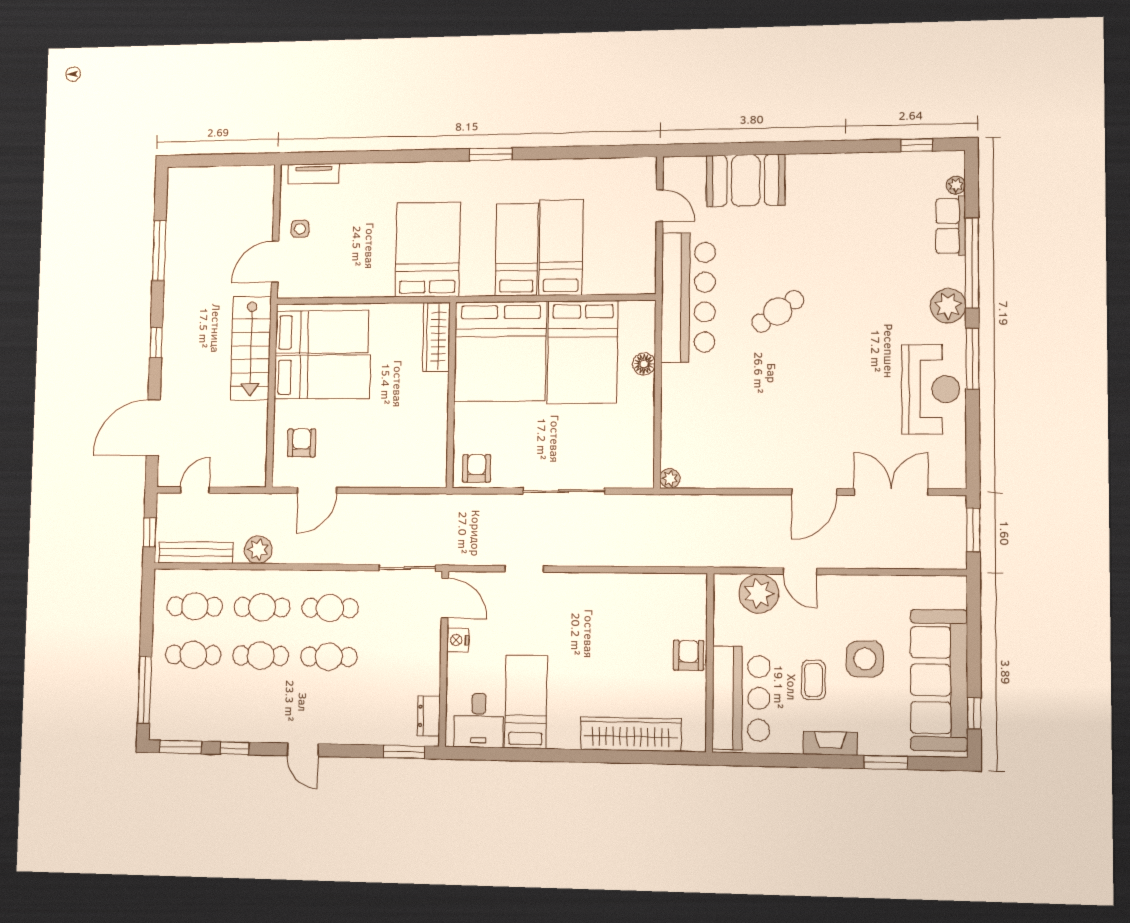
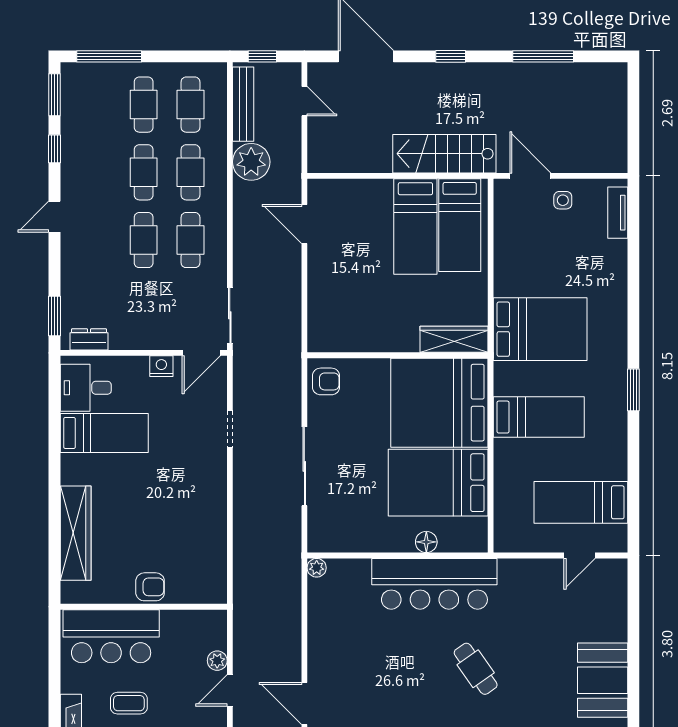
booth: (746, 180) -> (603, 680), moved
bed: (561, 247) -> (581, 502), moved, turned 180
bar counter: (688, 297) -> (434, 584), moved
armchair: (302, 443) -> (351, 208), removed
plant: (258, 550) -> (251, 162), width x1.36, depth x1.36
plant: (759, 593) -> (217, 661), width x0.53, depth x0.53

